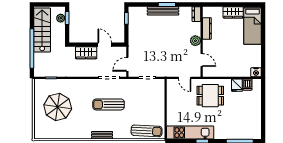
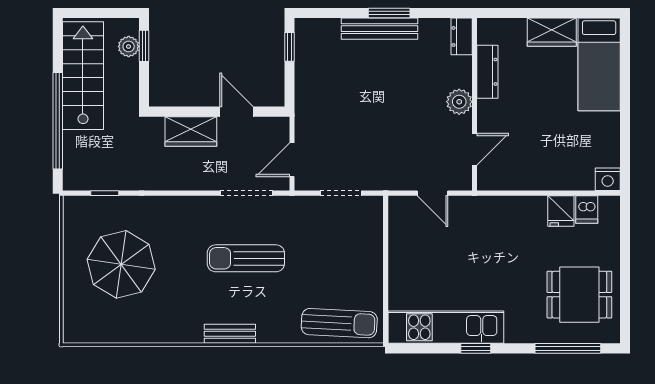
door: (202, 60) -> (474, 149), hinge flipped
dining table: (210, 96) -> (579, 295), moved

